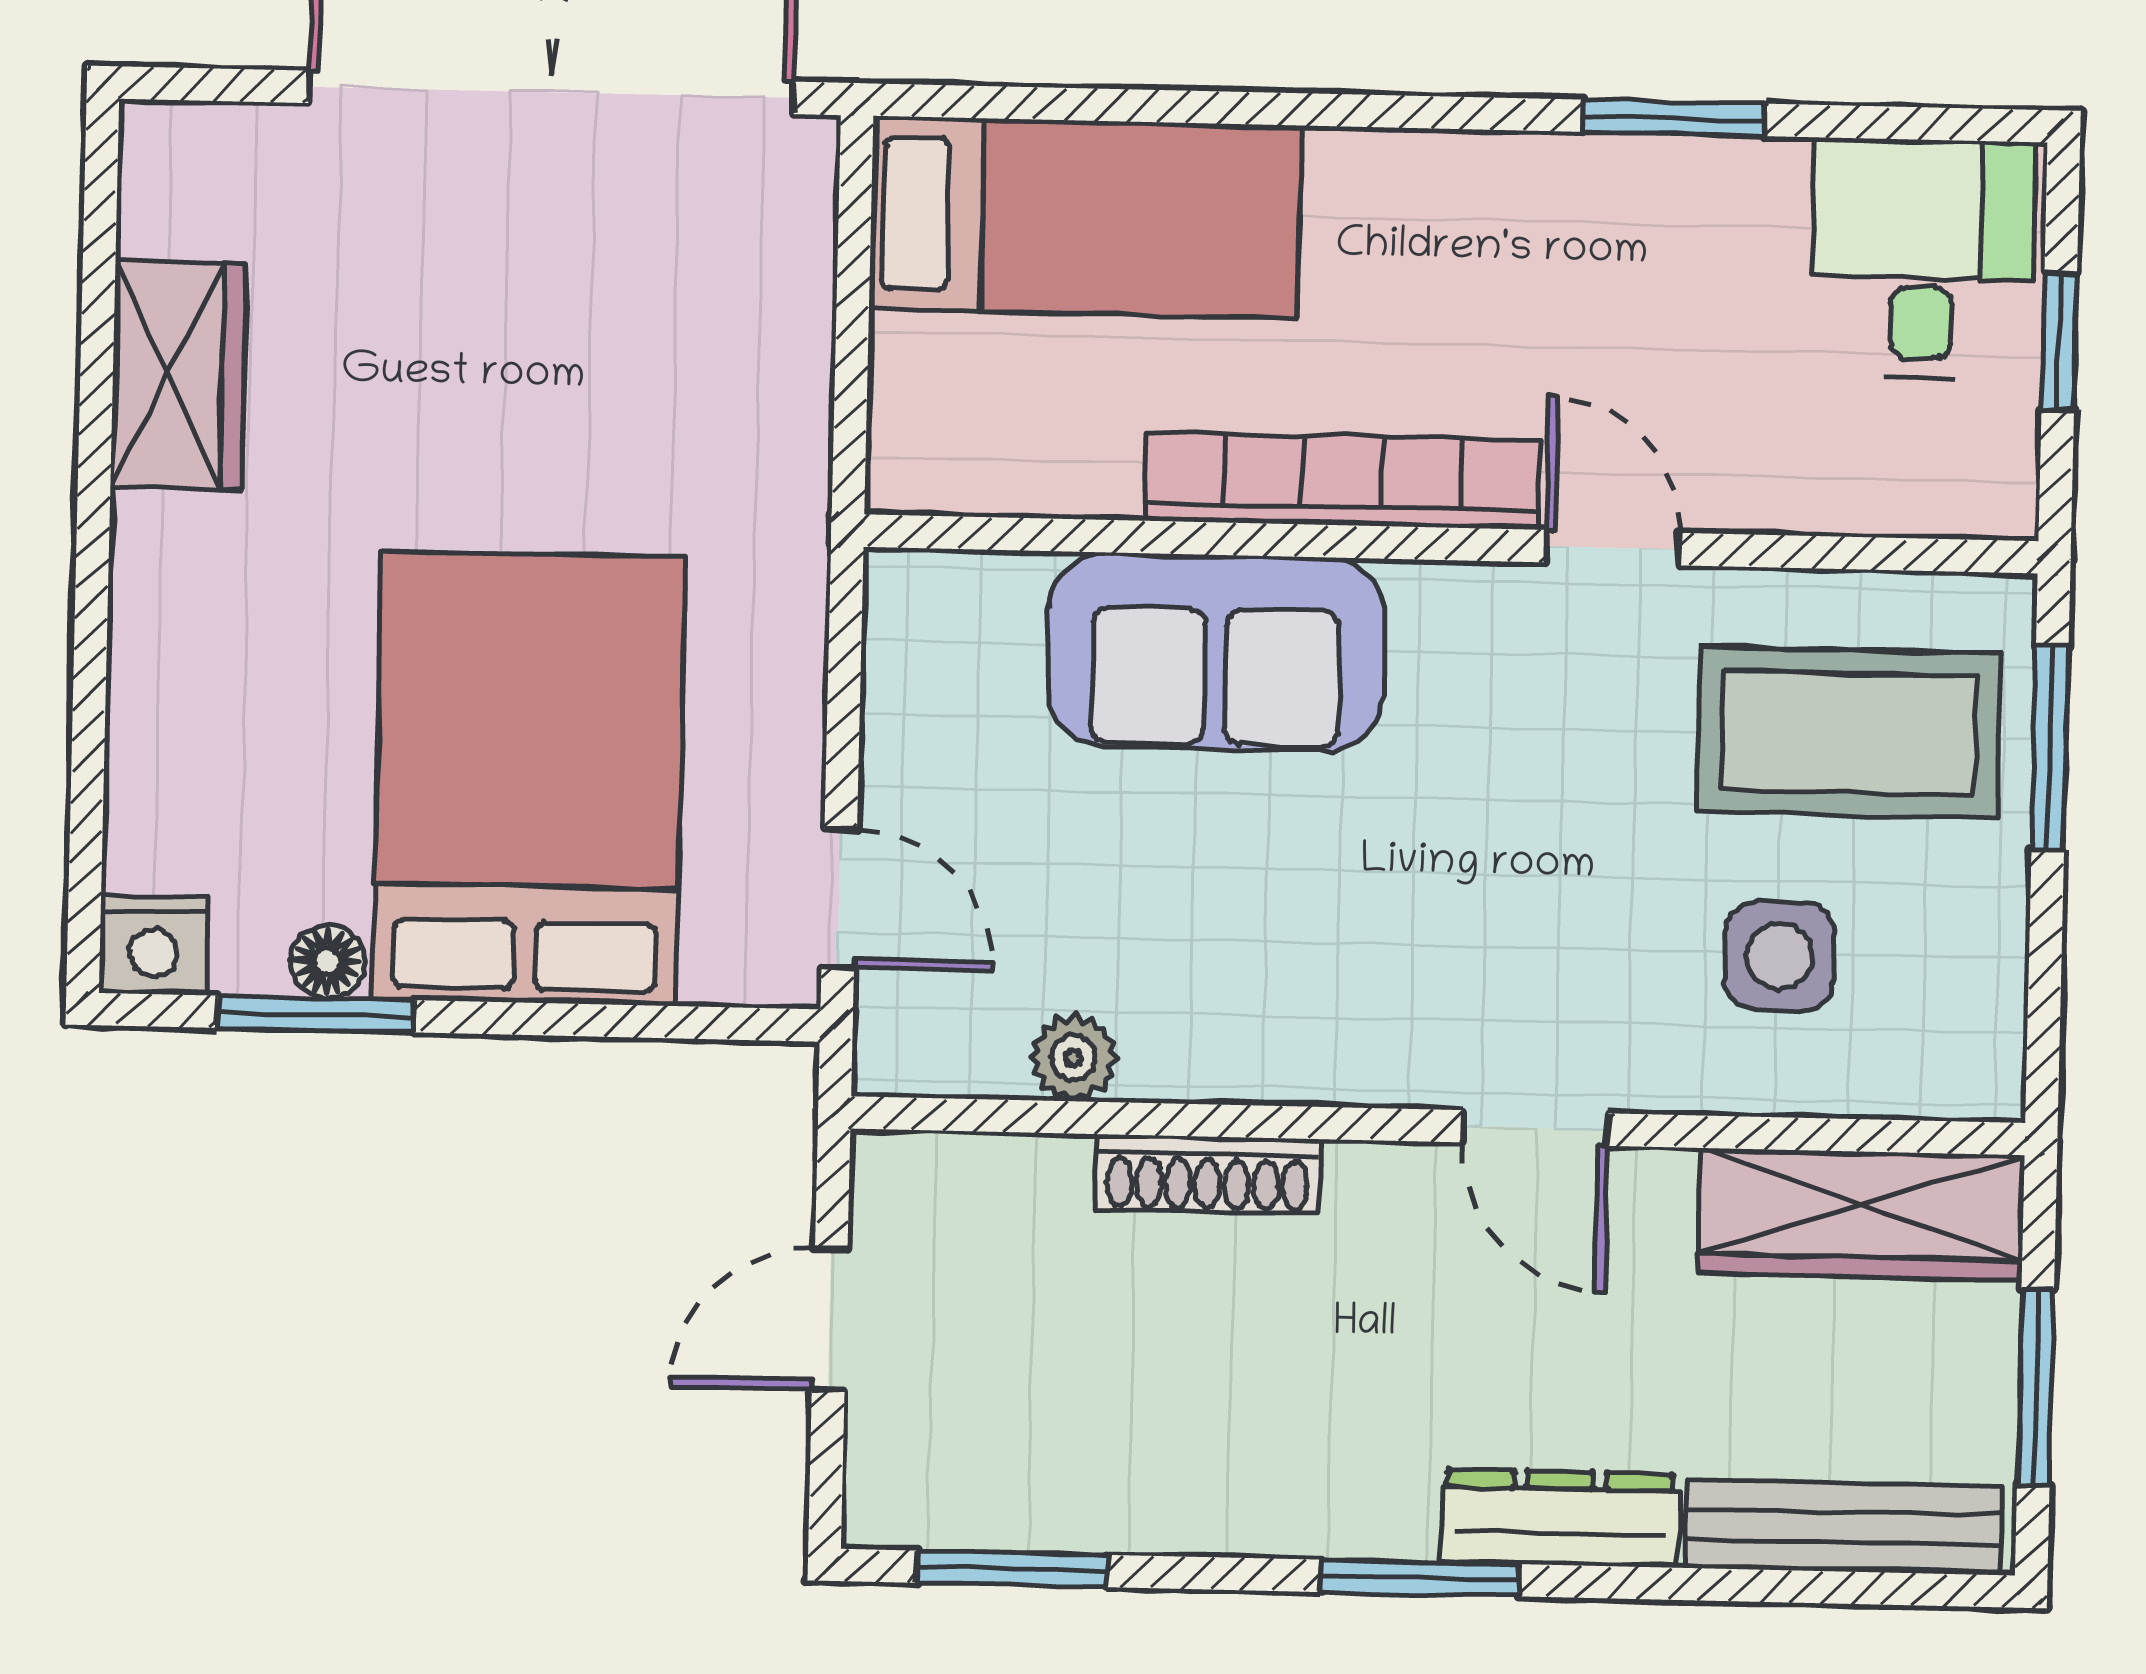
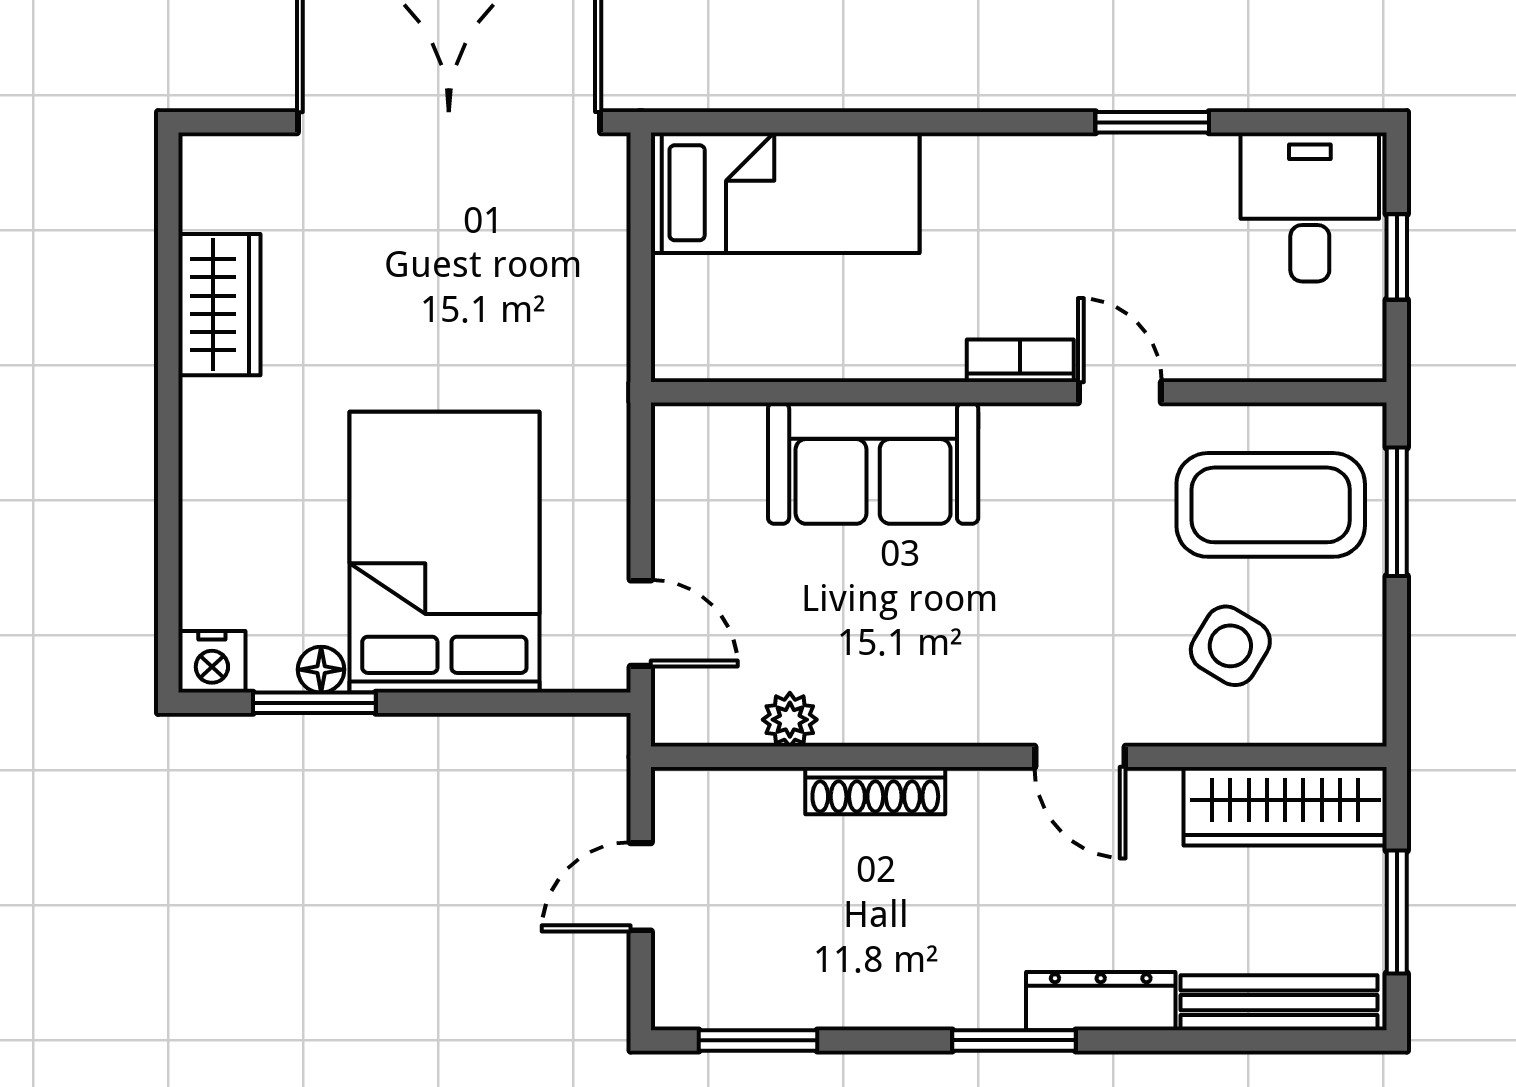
bookcase: (1343, 481) -> (1020, 361), width x0.43, depth x0.76
side table: (1779, 956) -> (1230, 646), turned 31

